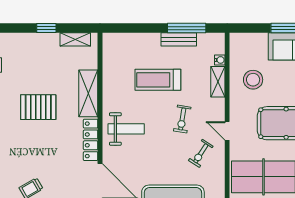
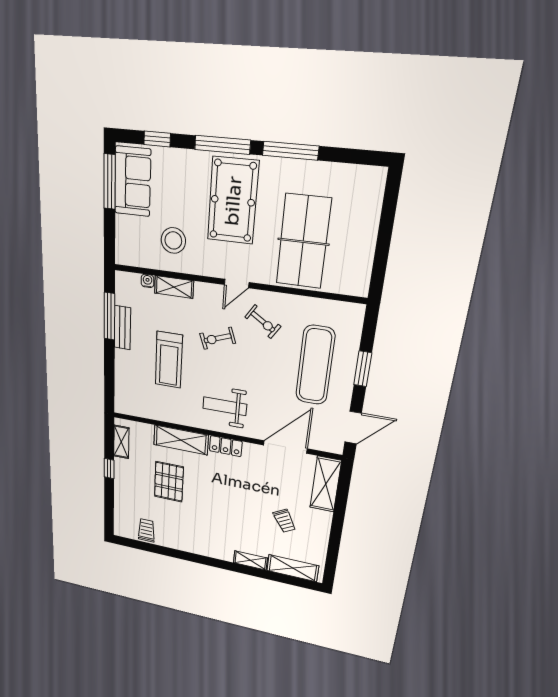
pallet: (38, 107) -> (169, 482), moved
exercise bike: (182, 119) -> (218, 338), turned 151
weight bench: (126, 129) -> (225, 406), turned -90
locker: (91, 140) -> (226, 446), width x0.66

